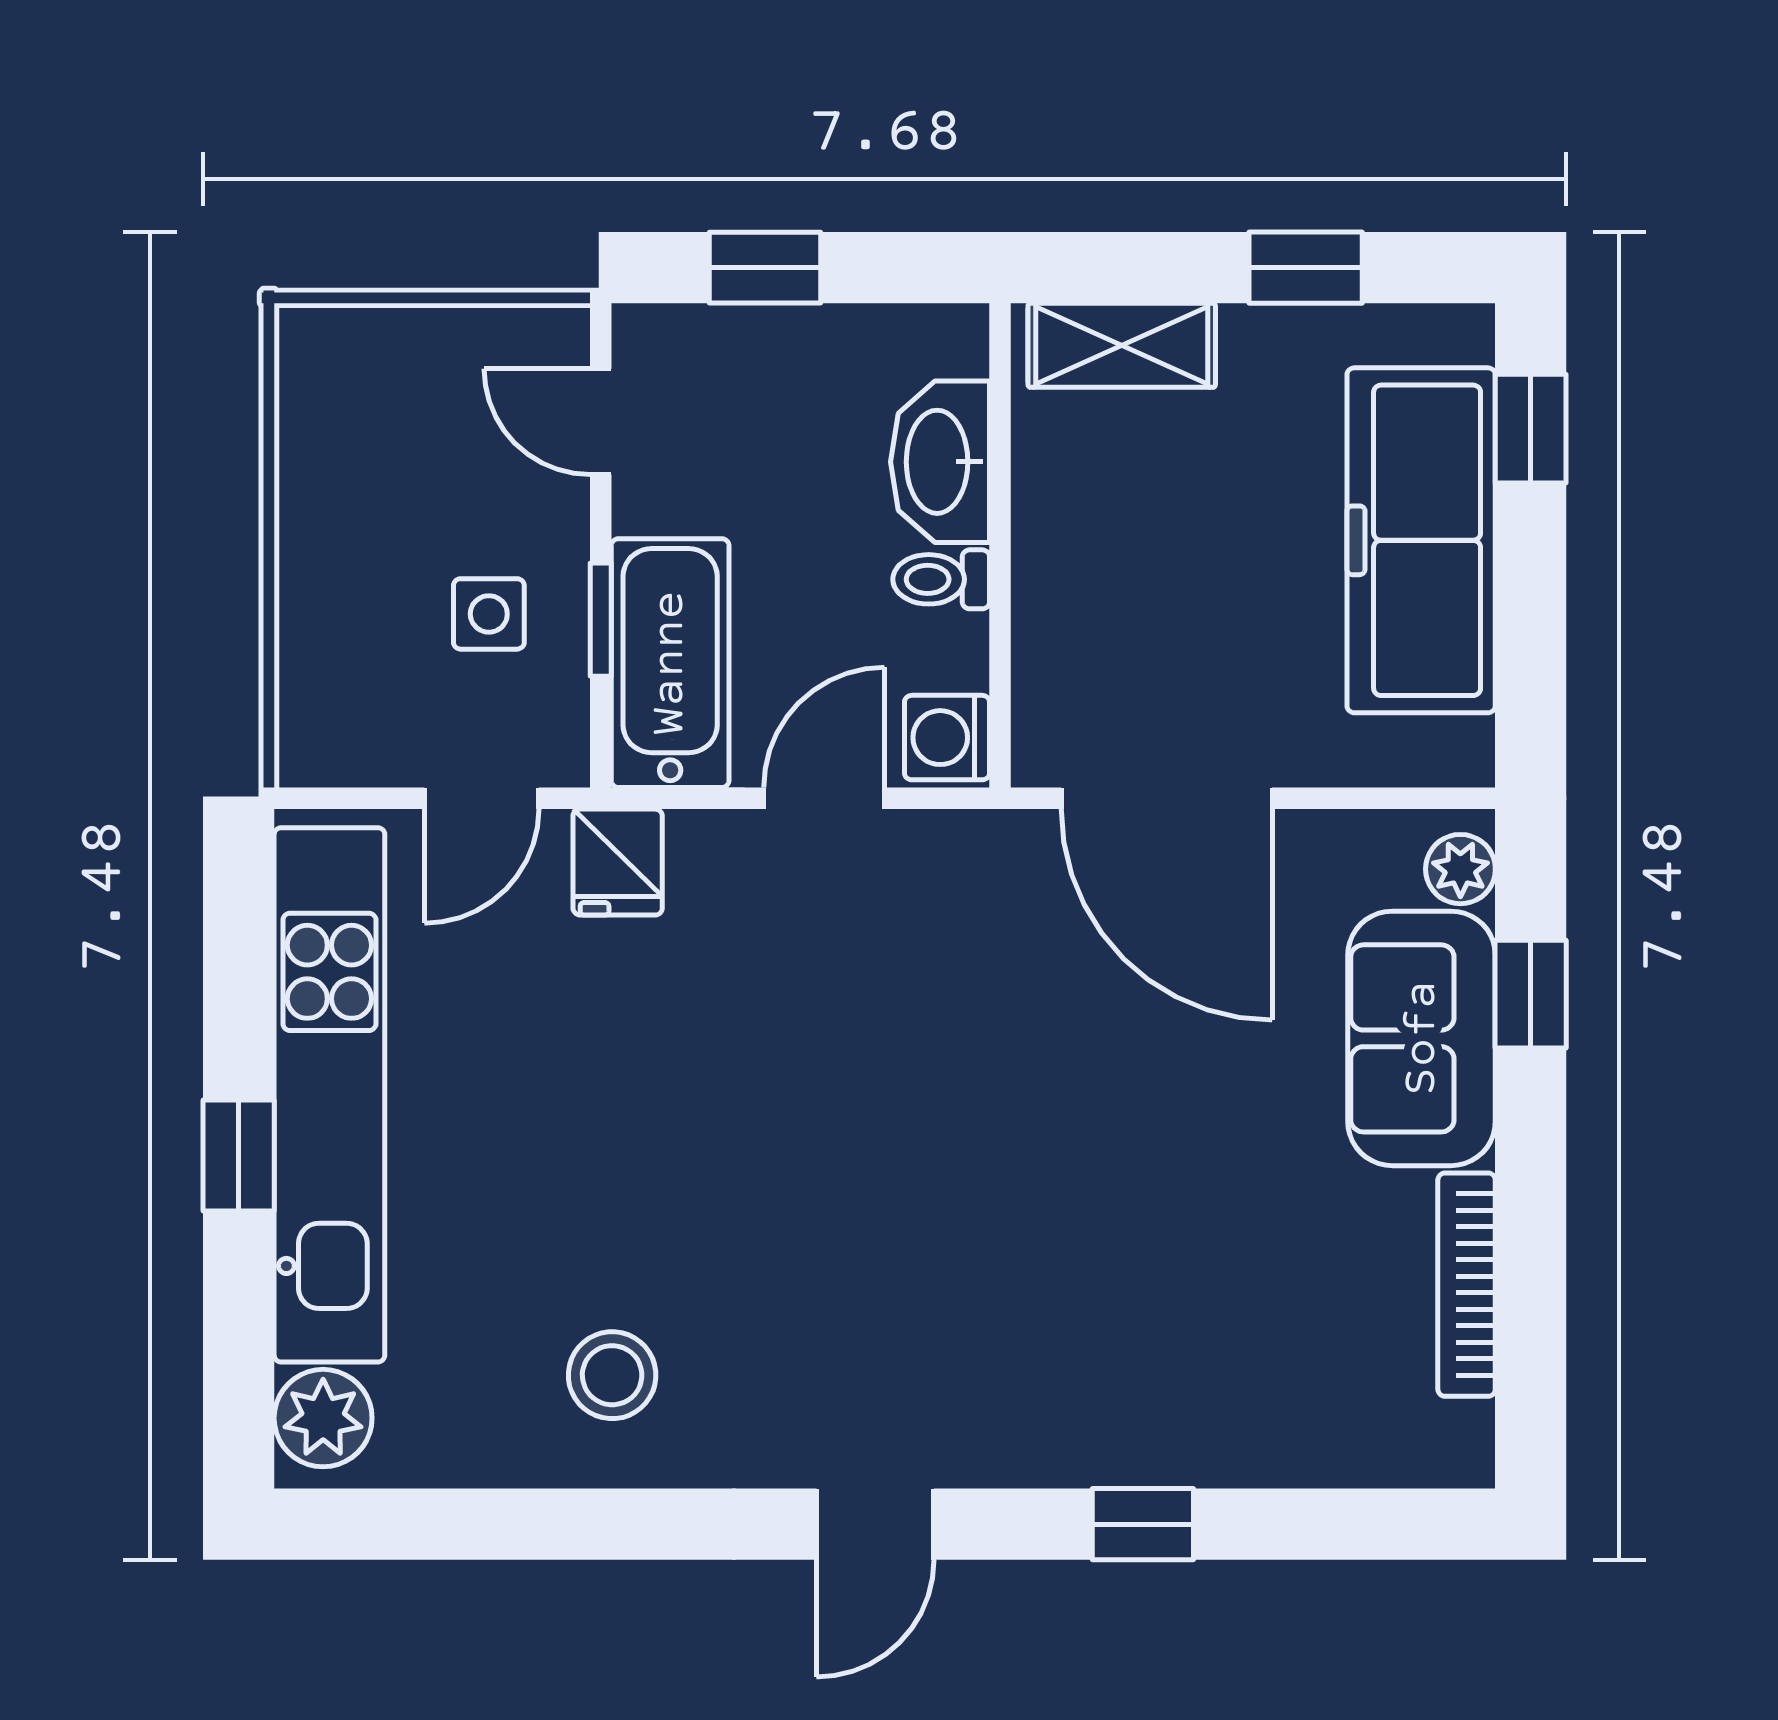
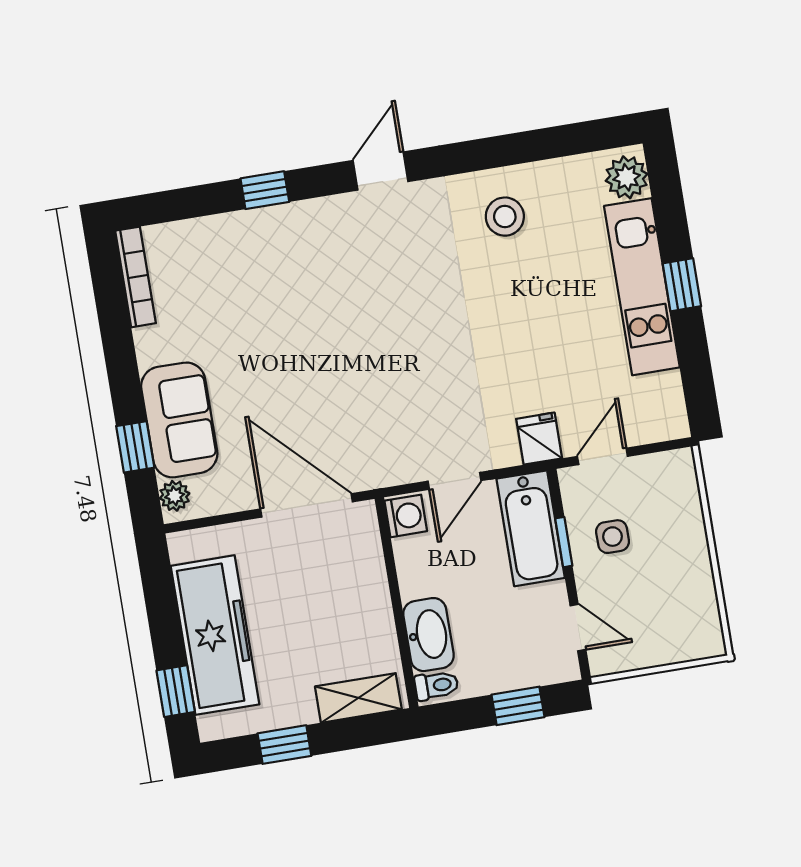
toilet: (941, 579) -> (436, 685), moved
kitchen unit: (329, 1095) -> (642, 287), width x0.73
bookcase: (1467, 1285) -> (136, 277), moved

